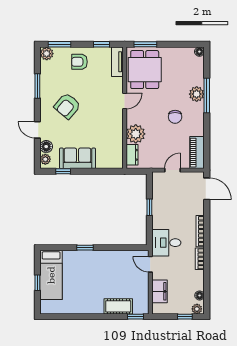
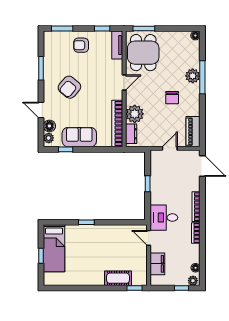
plant: (47, 54) -> (50, 37), removed
bookcase: (117, 144) -> (117, 123), added

